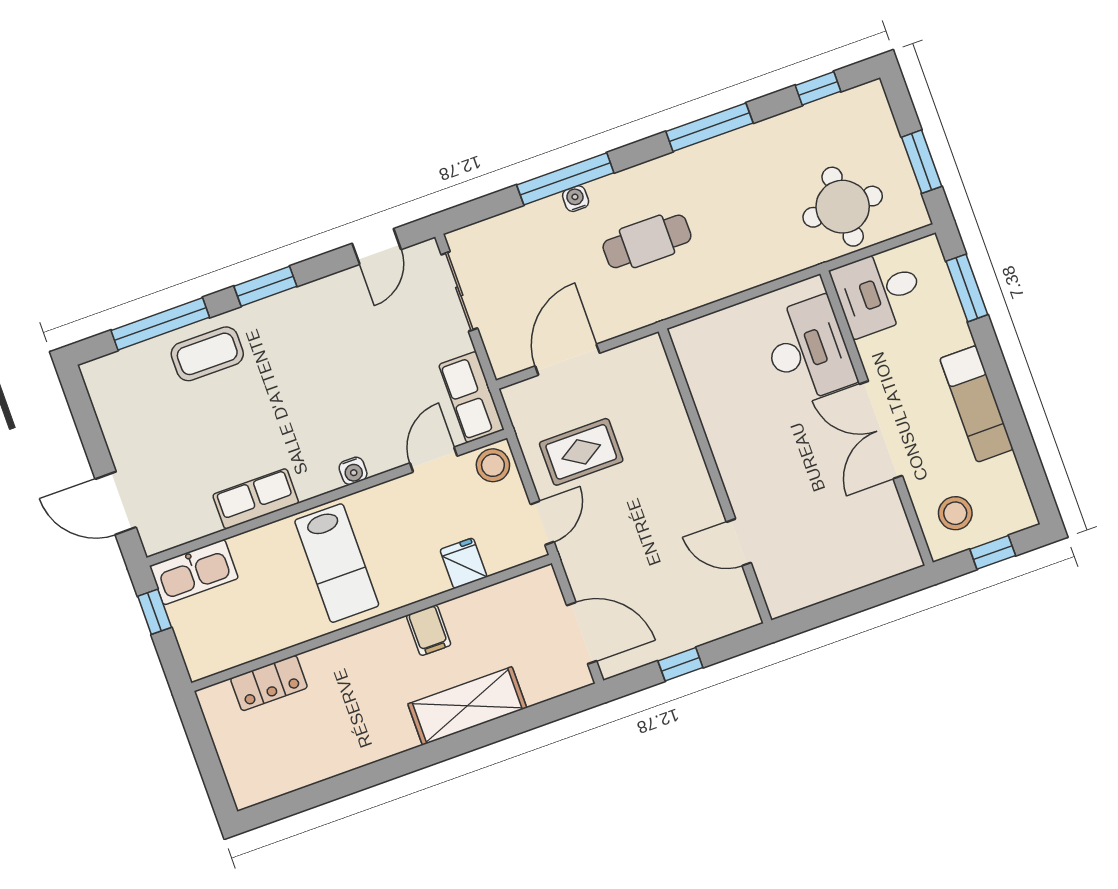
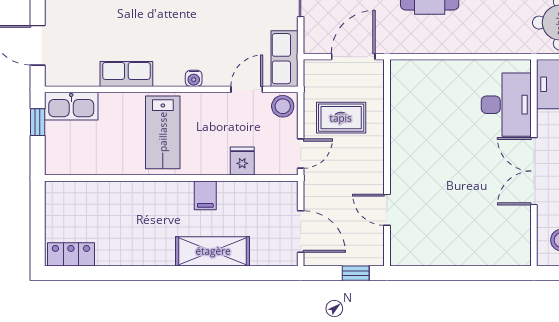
wall: (715, 476) -> (387, 163), moved
door: (739, 542) -> (387, 210), moved
locker: (269, 683) -> (71, 254), moved, turned 180

